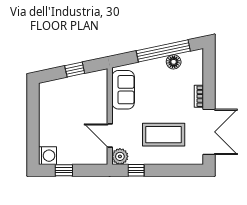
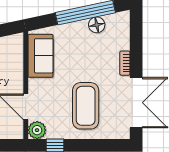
coffee table: (164, 135) -> (86, 106), turned 90

